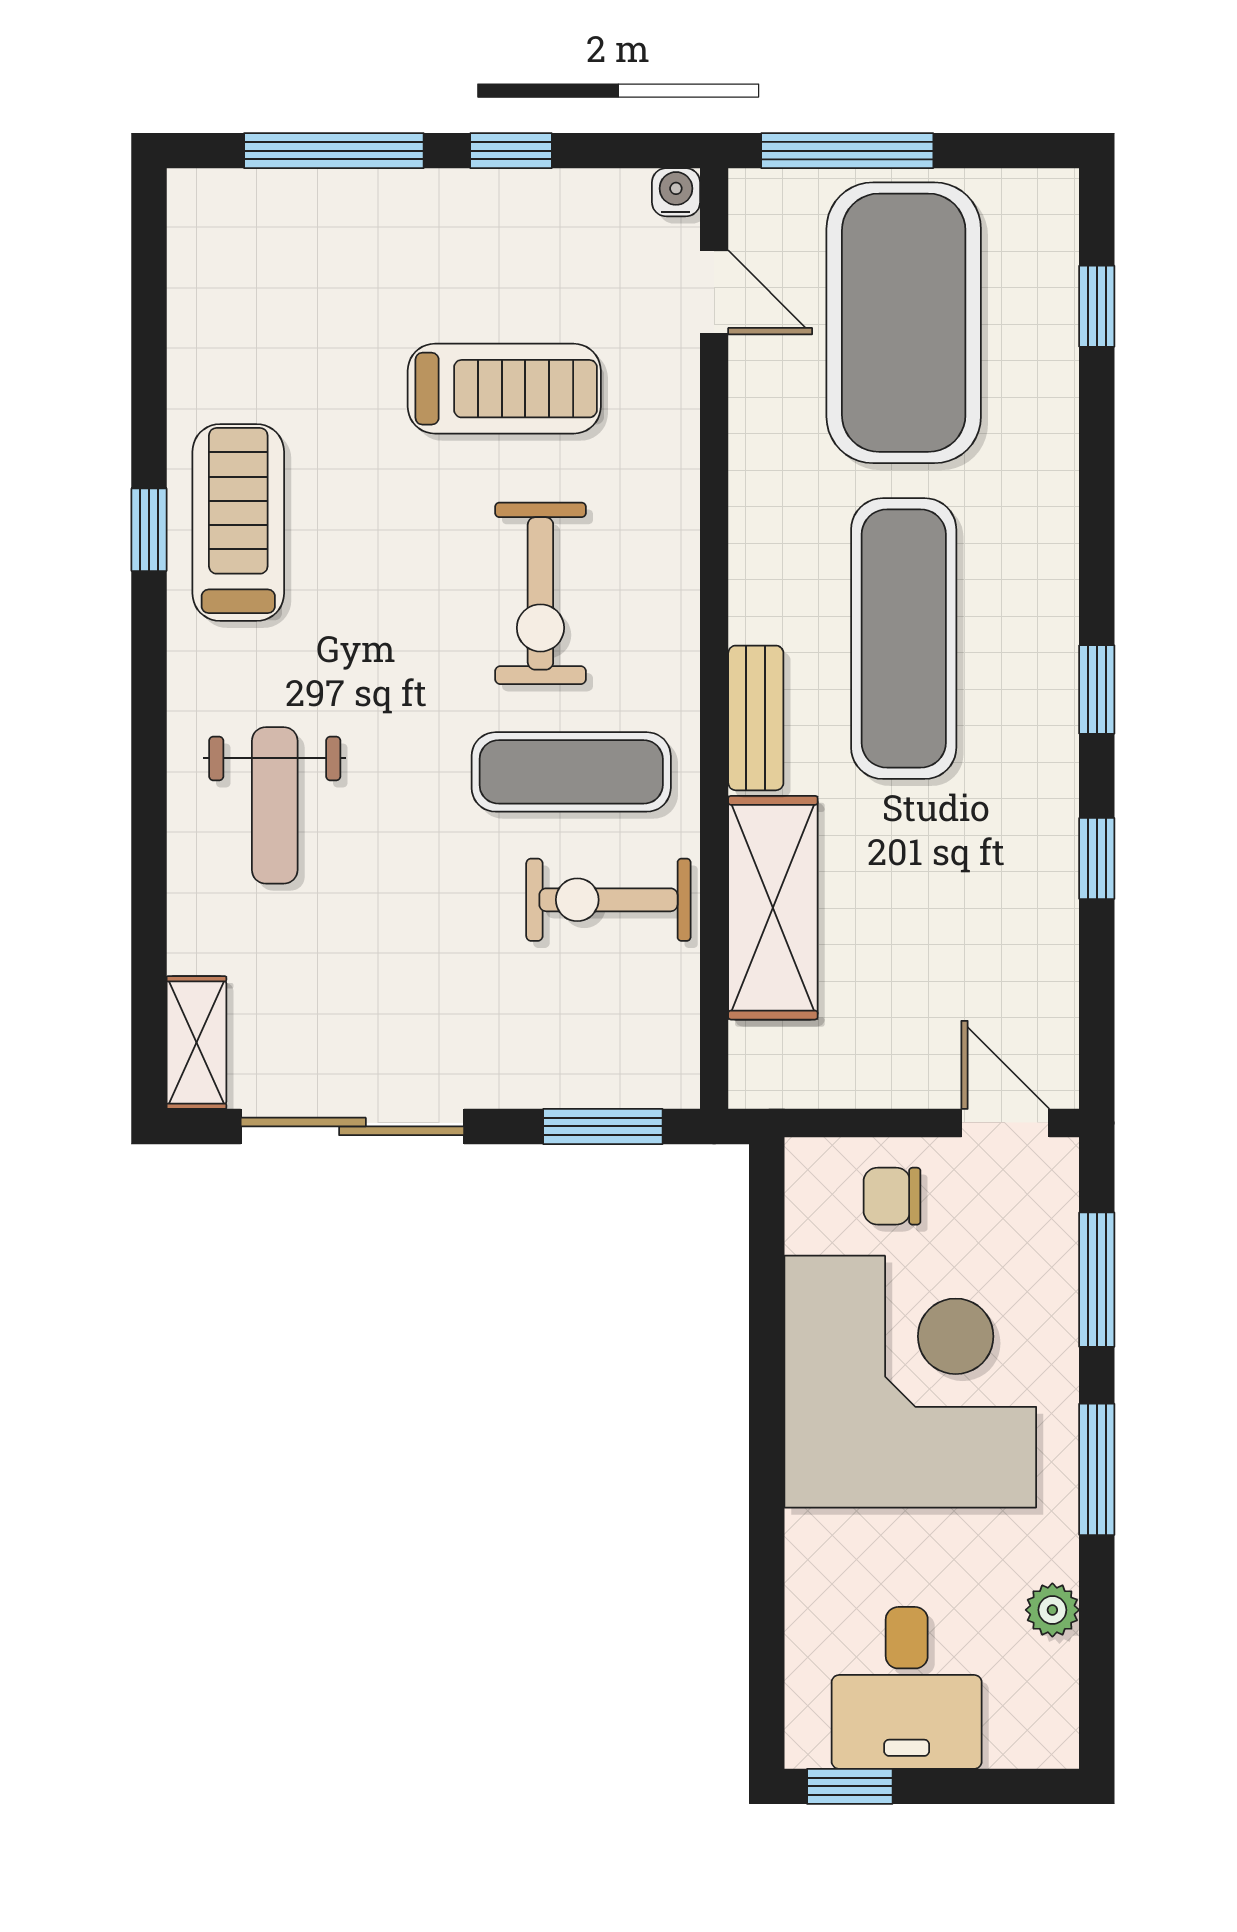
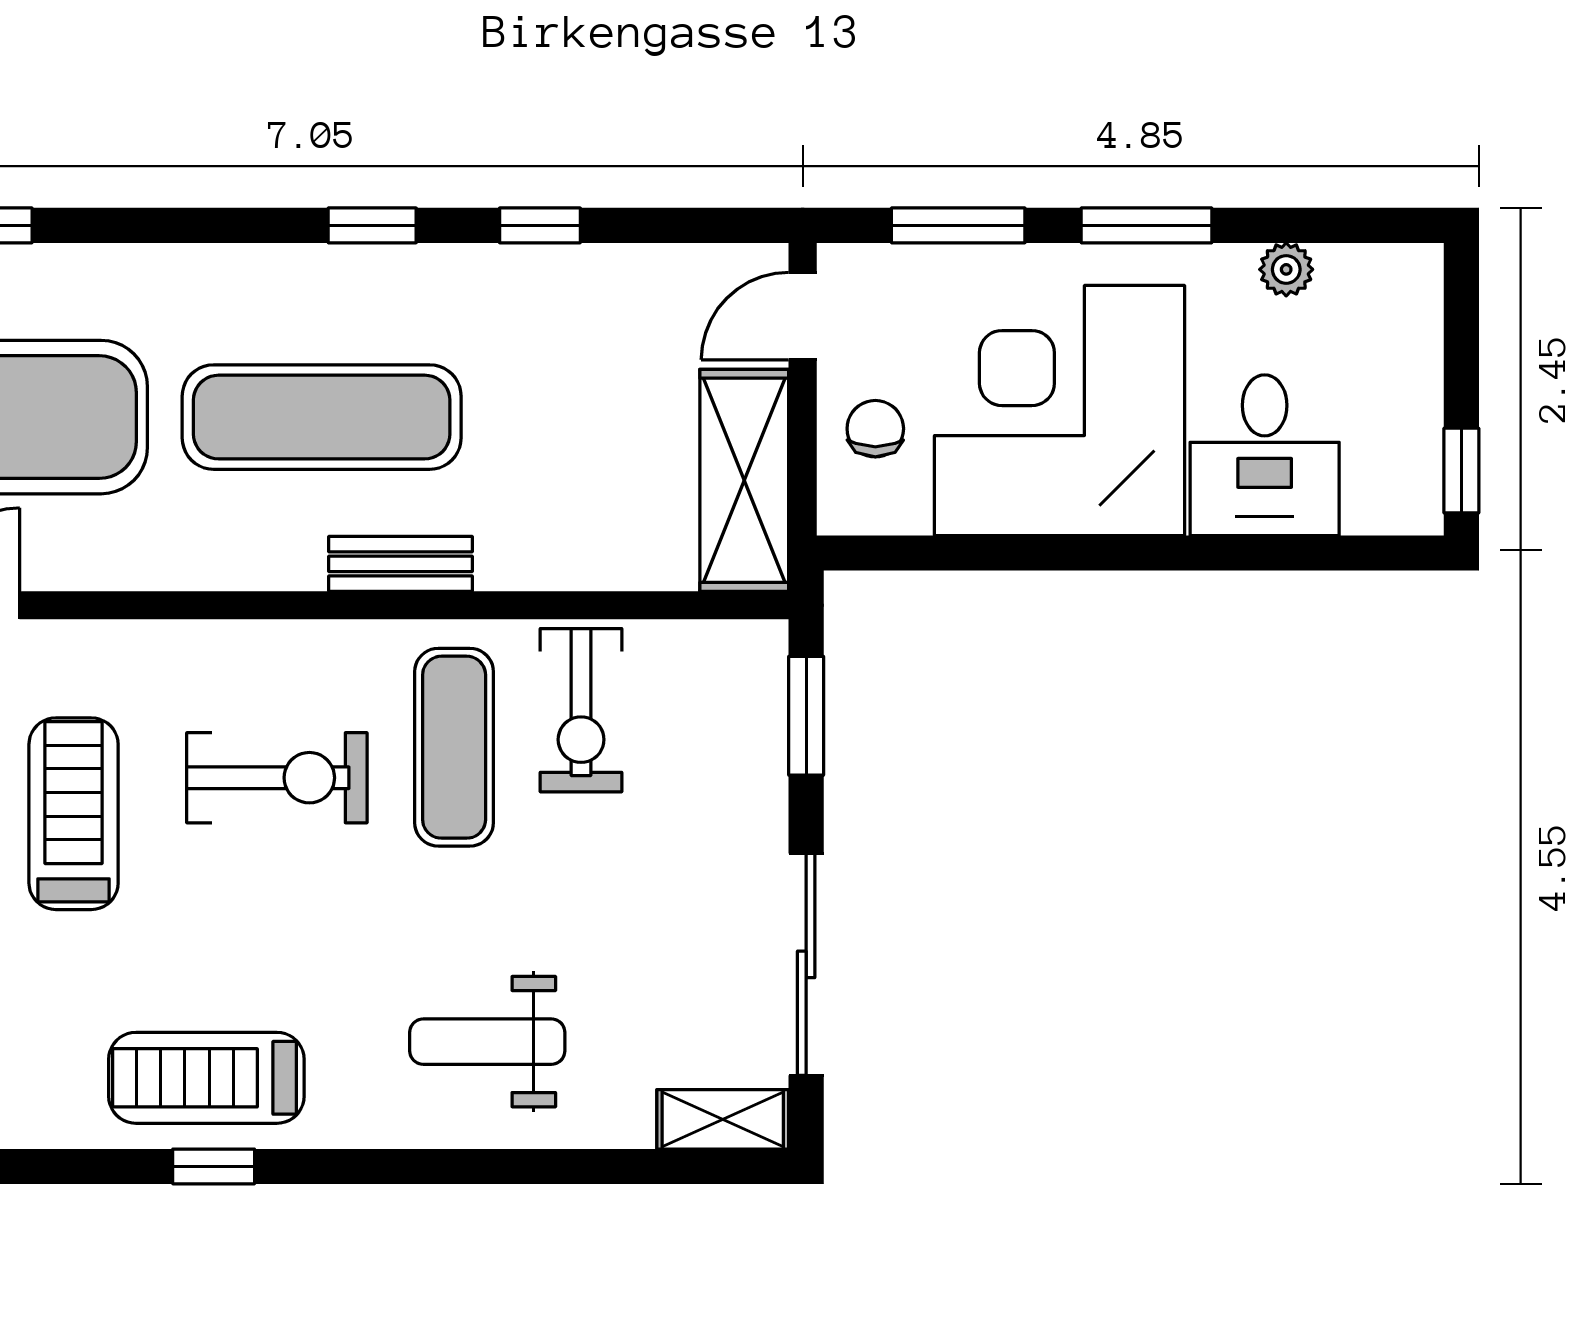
weight bench: (275, 805) -> (487, 1042), turned 180
shelving: (773, 908) -> (744, 480), moved, turned 90
chair: (892, 1196) -> (875, 429), turned 180
desk: (907, 1688) -> (1265, 455), moved, turned 90

